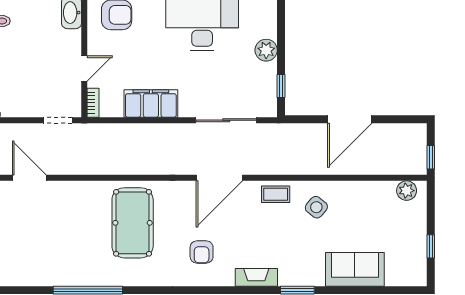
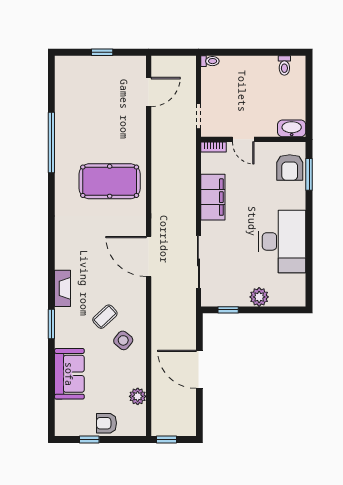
plant: (407, 191) -> (138, 396), moved
coffee table: (276, 194) -> (105, 317), moved, turned 47
armchair: (202, 252) -> (106, 423), moved

